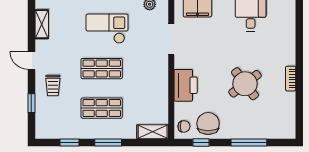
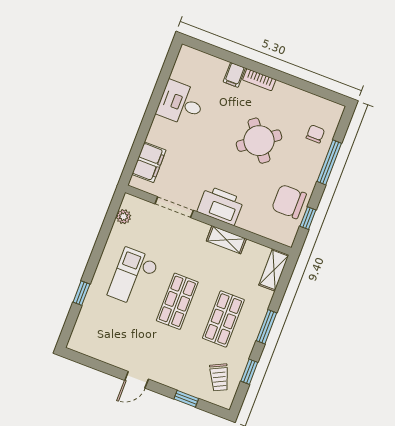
shelving: (42, 24) -> (226, 240), moved
filing cabinet: (287, 47) -> (234, 75), added
bookcase: (291, 79) -> (259, 80), moved
printer: (186, 85) -> (220, 205), moved
trolley: (53, 86) -> (219, 377), moved, turned 64
chair: (184, 126) -> (315, 134), moved

